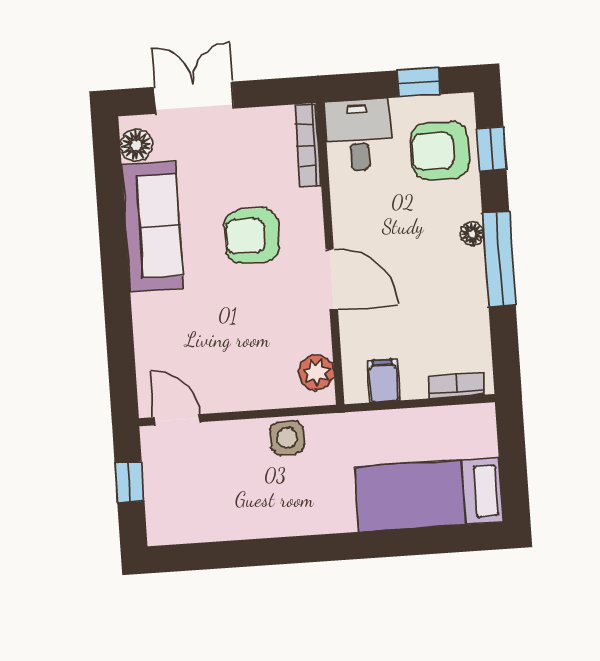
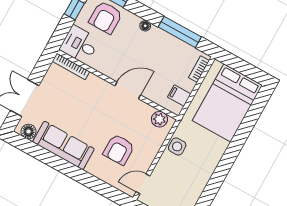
armchair: (252, 236) -> (119, 150), moved
window: (499, 259) -> (180, 32), moved
bed: (429, 495) -> (227, 103), width x1.50

